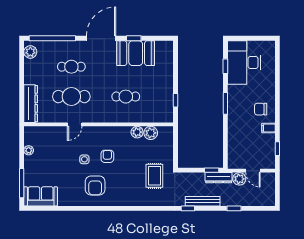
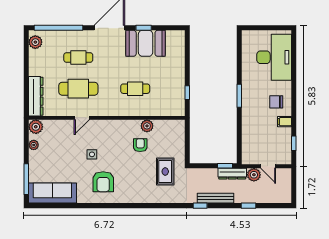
desk: (244, 63) -> (274, 57), moved, turned 180
window: (225, 66) -> (239, 57), removed
plant: (151, 133) -> (36, 127), moved
armchair: (107, 156) -> (140, 145), moved
sofa: (41, 196) -> (52, 193), width x1.36

